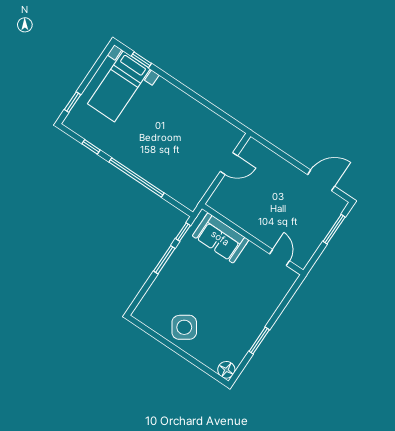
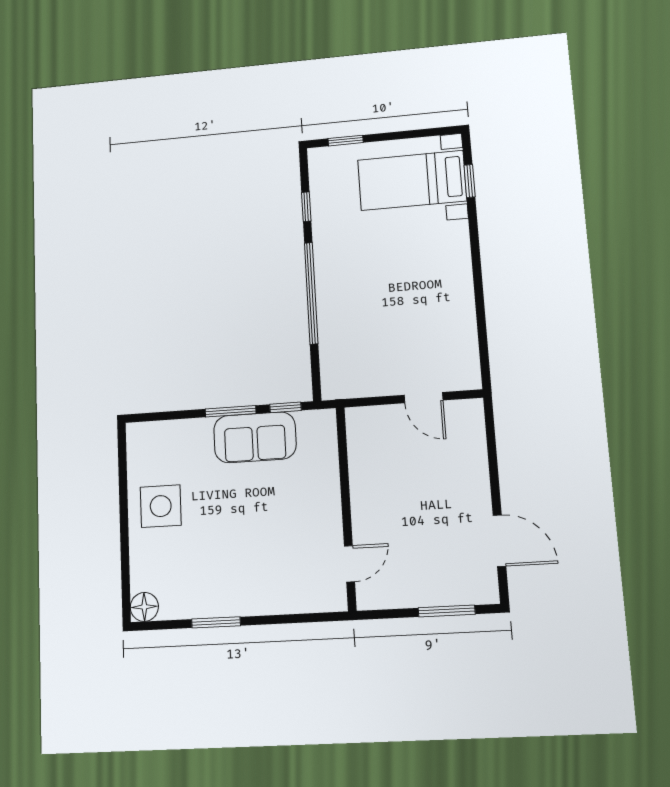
sofa: (220, 238) -> (255, 437), moved, turned -90
side table: (184, 327) -> (161, 506), turned 34

